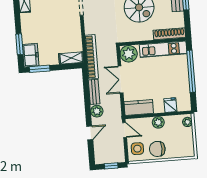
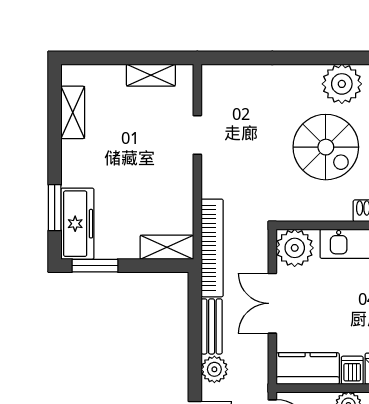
freezer: (31, 55) -> (77, 224), width x1.40
dishwasher: (159, 107) -> (352, 370), added

